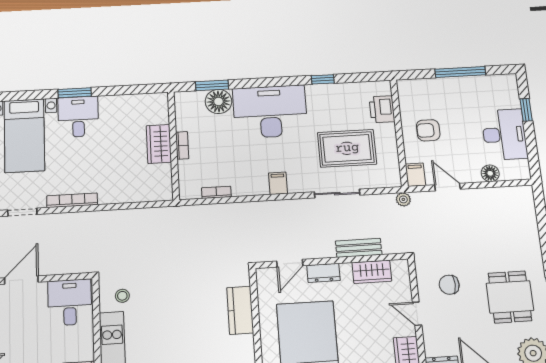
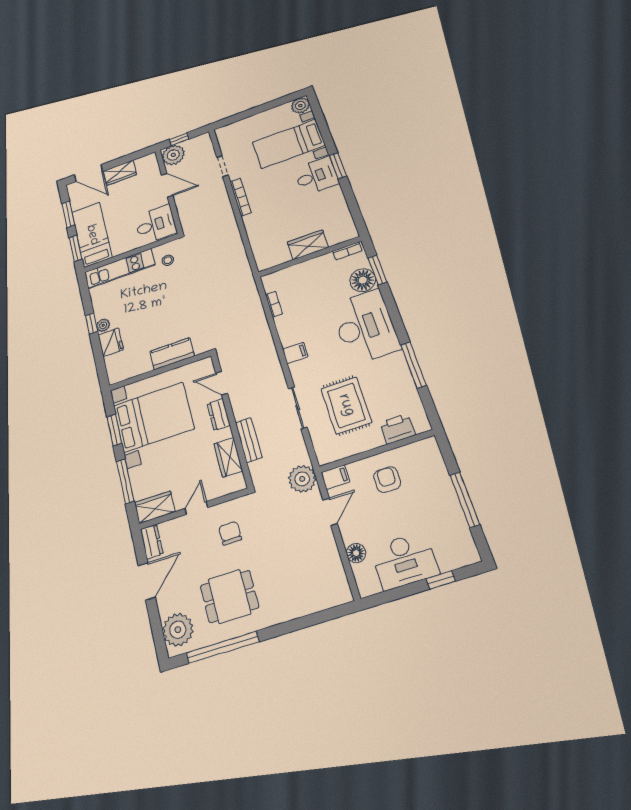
window: (323, 79) -> (414, 365), width x2.17
bookcase: (182, 145) -> (347, 251), moved
plant: (403, 199) -> (302, 479), width x1.87, depth x1.87

